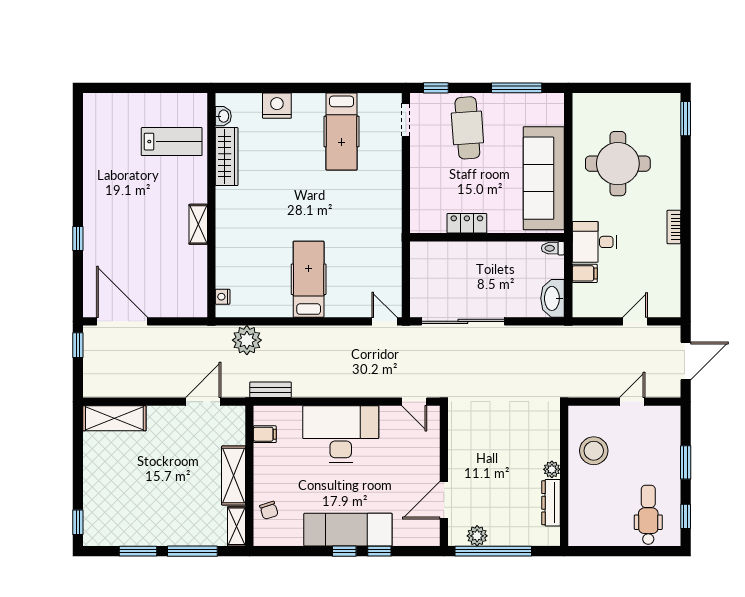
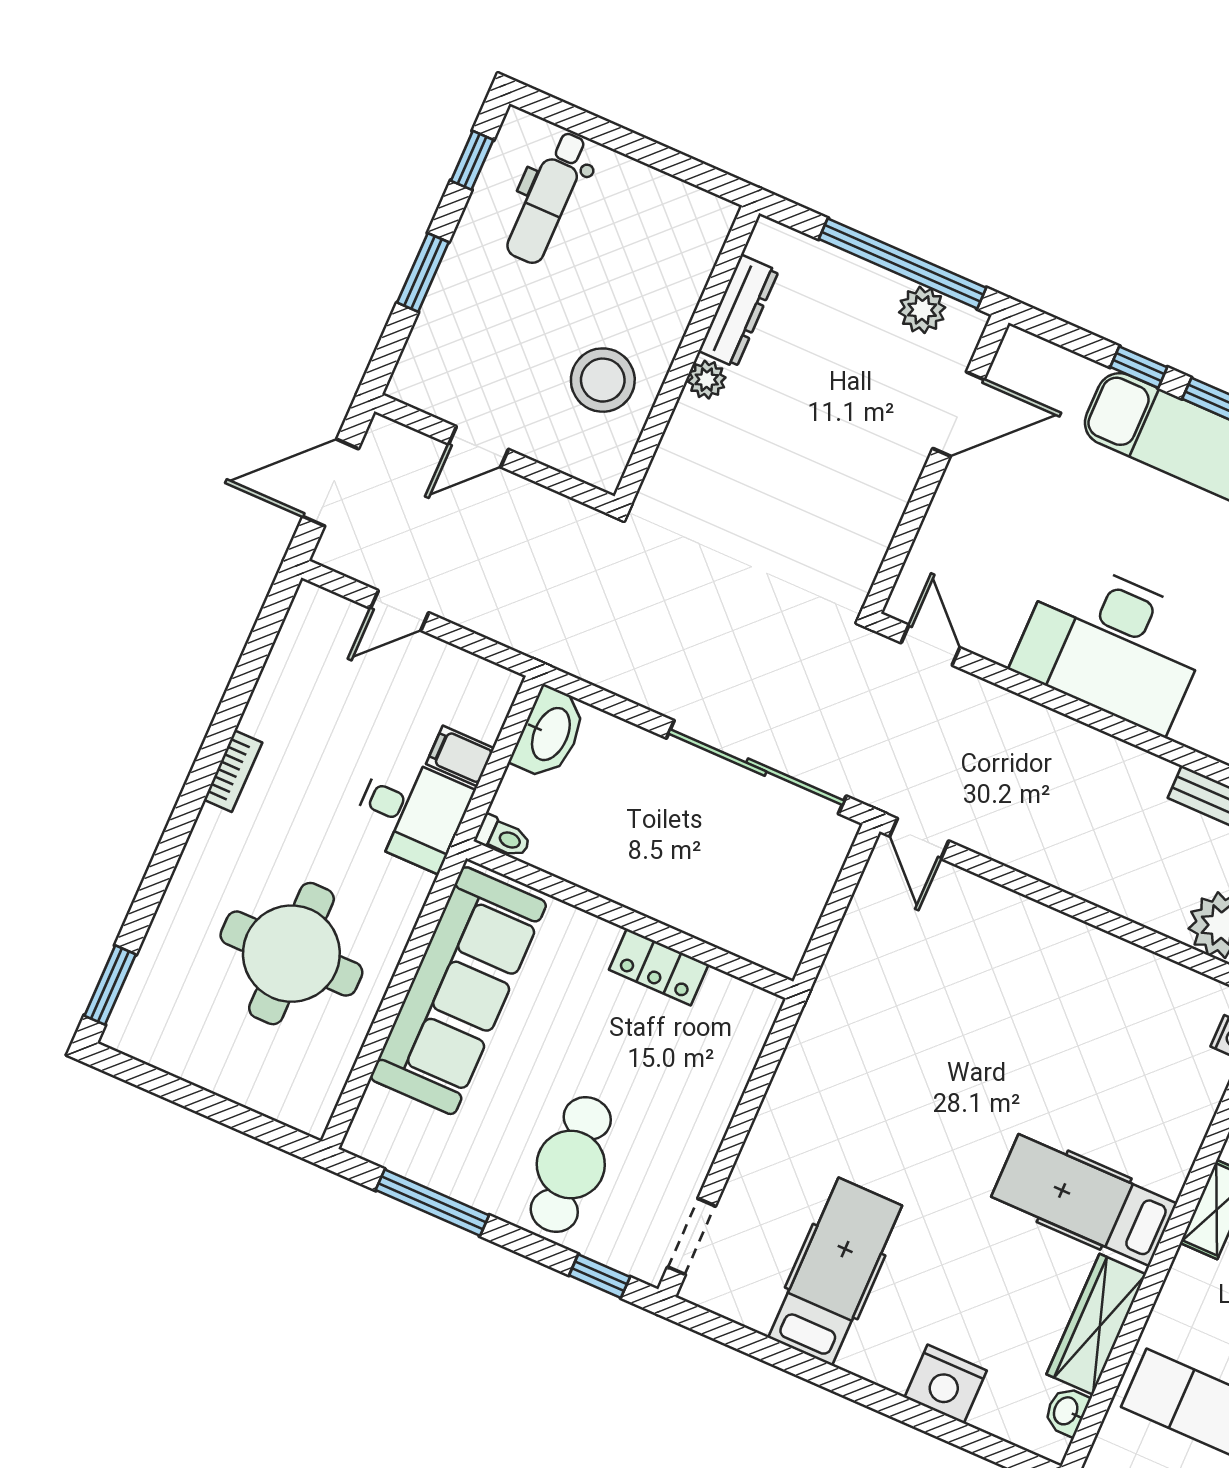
hospital bed: (309, 279) -> (1084, 1200), moved, turned 90

